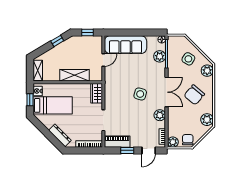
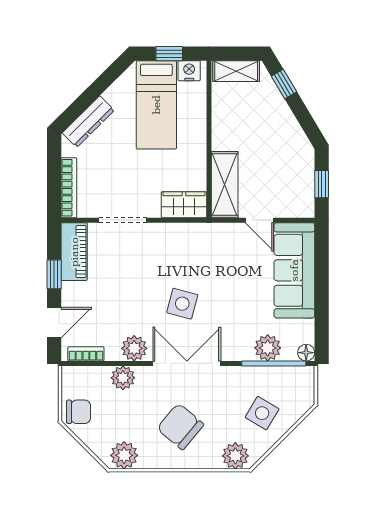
window: (57, 41) -> (284, 84), moved
shelving: (74, 75) -> (225, 185), moved
double door: (166, 92) -> (187, 363), swing flipped
plant: (173, 142) -> (123, 378), moved
door: (149, 150) -> (54, 323), swing flipped

